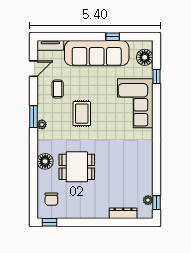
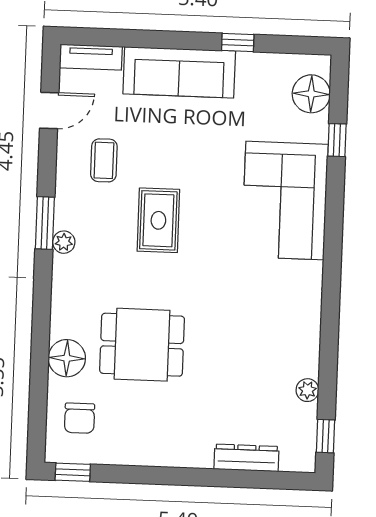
sofa: (97, 53) -> (179, 72), width x0.74, depth x0.79
floor lamp: (45, 161) -> (67, 358), moved
plant: (148, 200) -> (307, 390), moved

